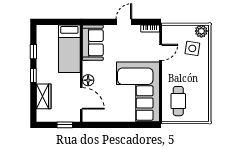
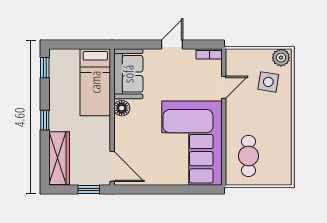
window: (33, 52) -> (45, 68), moved
floor lamp: (88, 80) -> (122, 108), moved
wardrobe: (44, 96) -> (59, 158), width x1.50
door: (81, 98) -> (112, 166), moved

